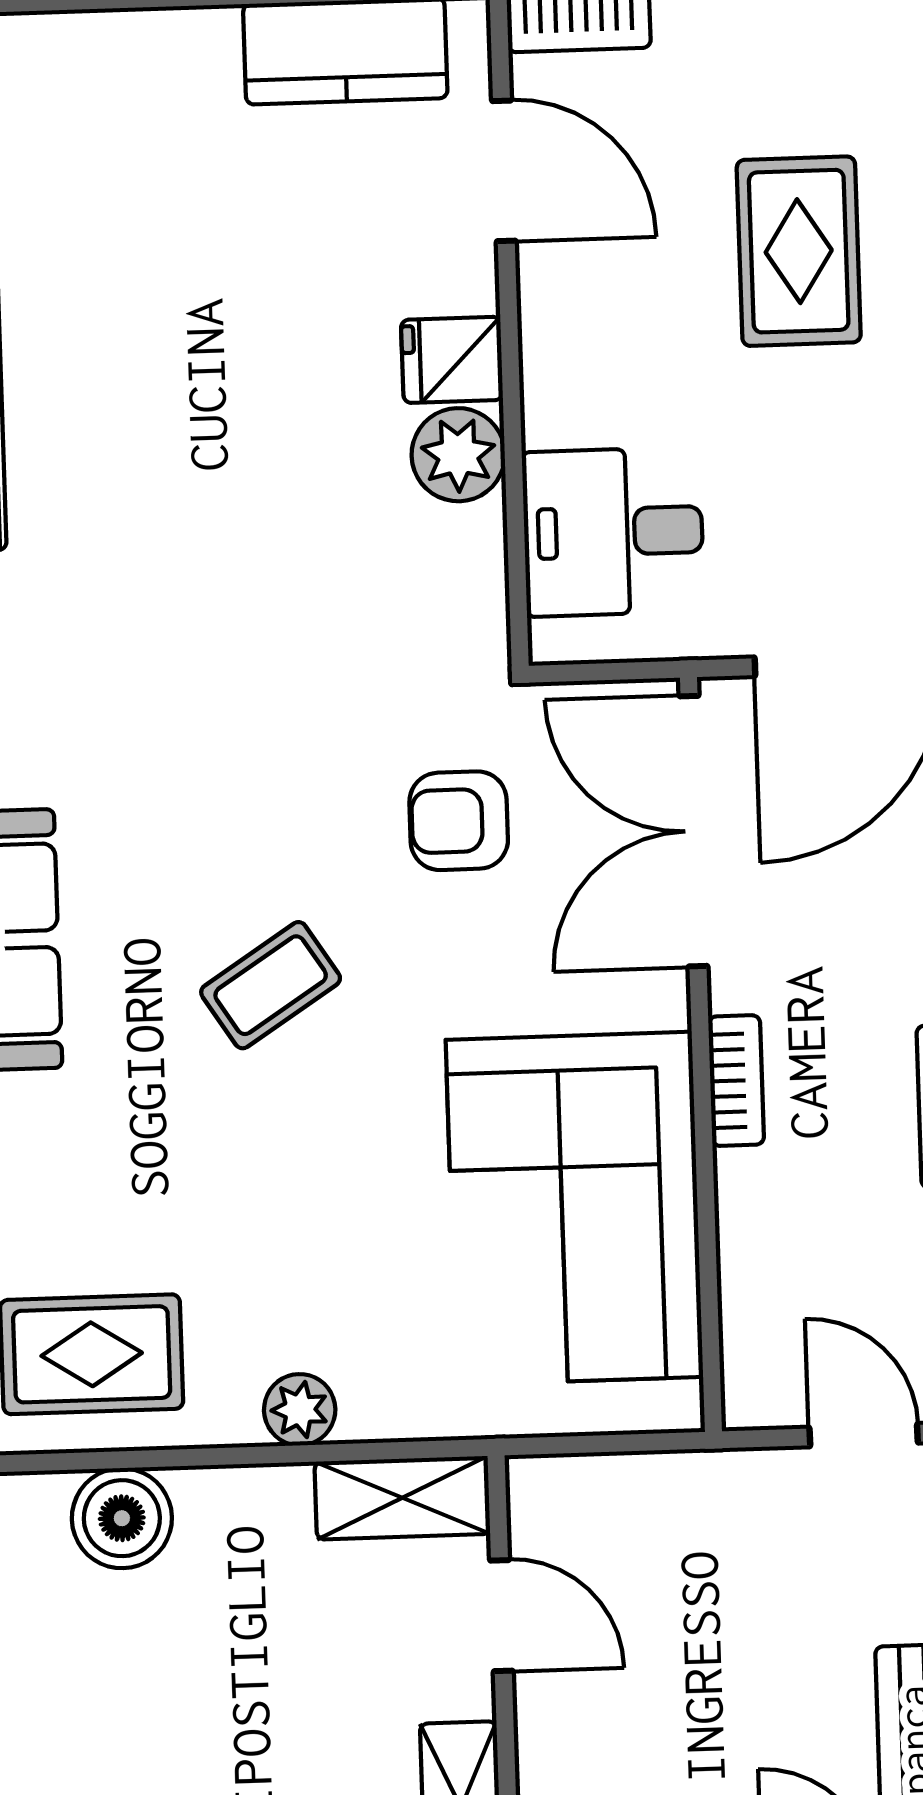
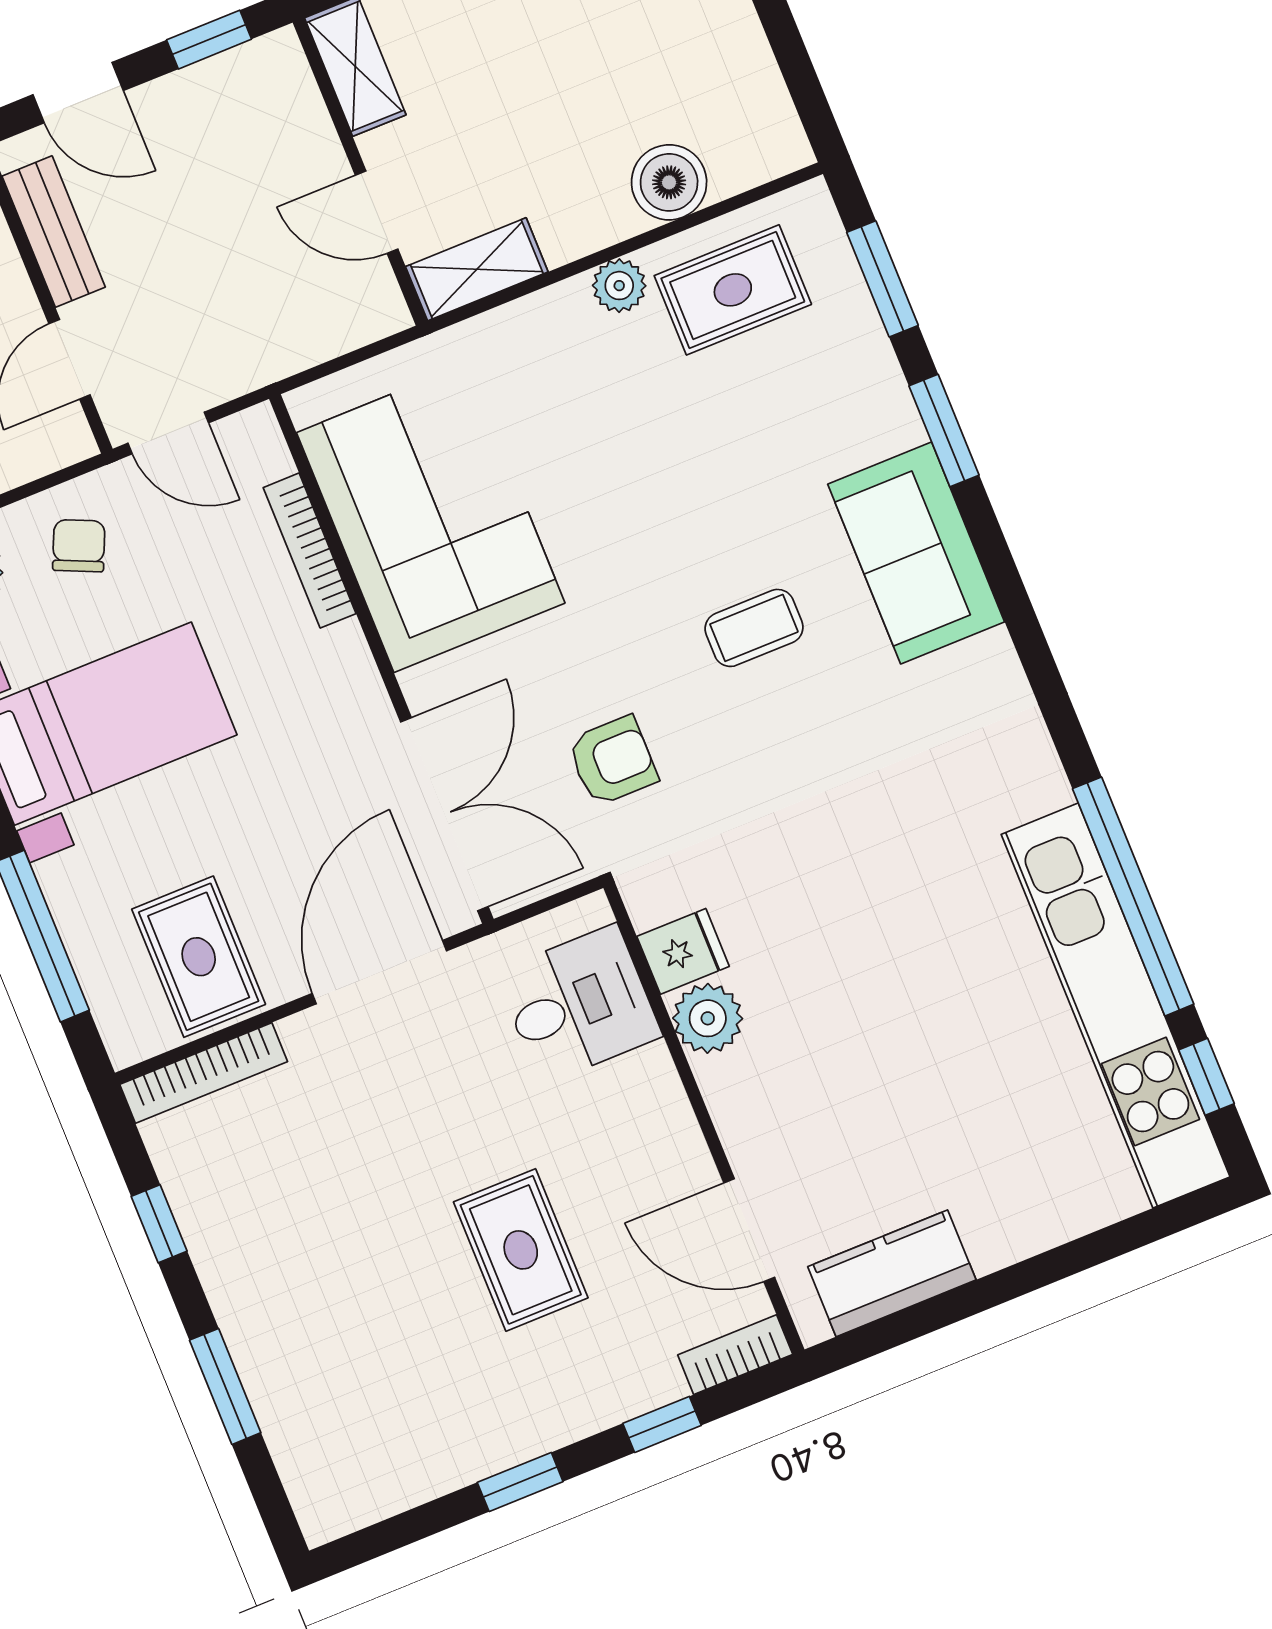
fridge: (452, 360) -> (683, 951), moved
coffee table: (271, 985) -> (754, 628), moved, turned 33
bookcase: (736, 1081) -> (310, 551), moved, width x1.56
plant: (300, 1410) -> (619, 286), moved

